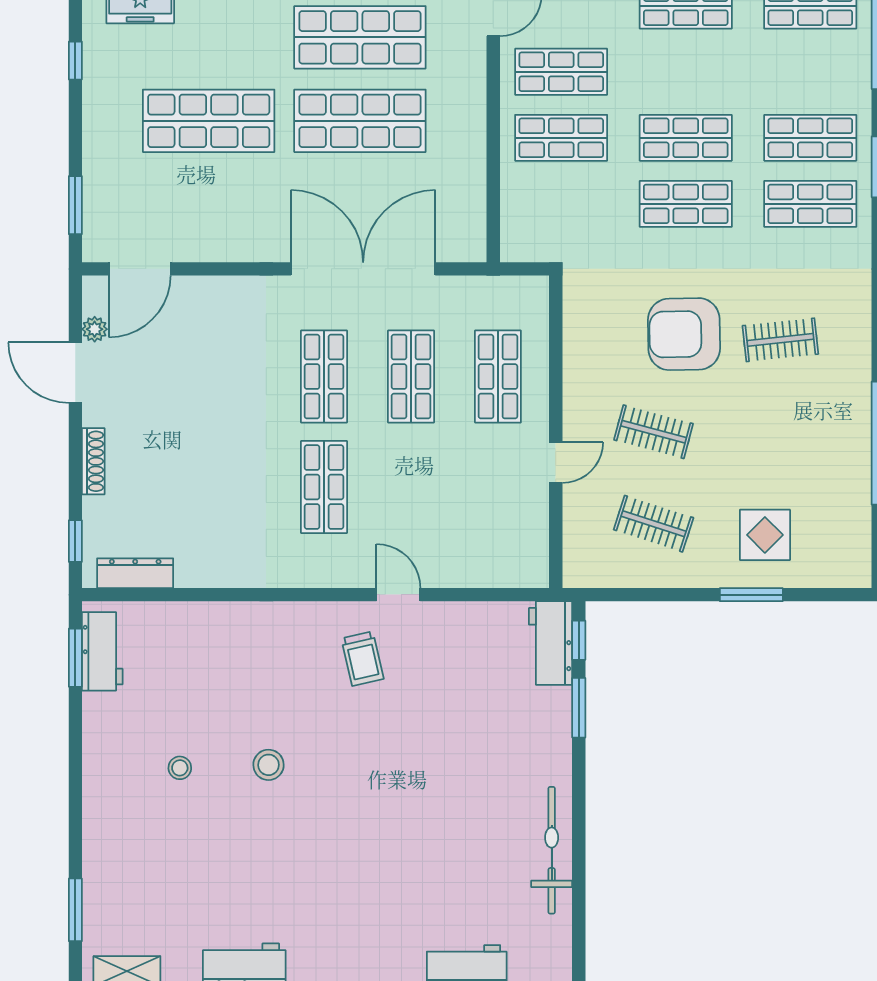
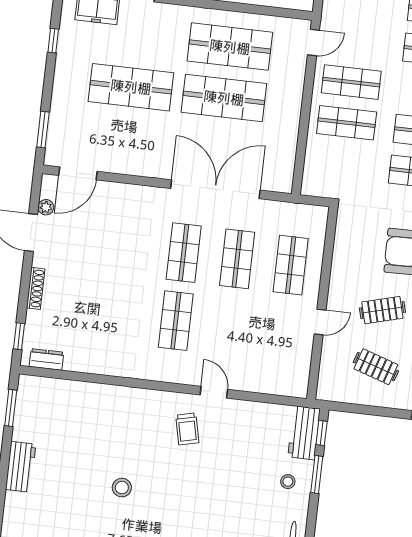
clothes rail: (654, 432) -> (382, 310), turned -30
dresser: (135, 573) -> (46, 359), width x0.70
workbench: (102, 651) -> (21, 467), moved
stool: (180, 768) -> (288, 482), moved

